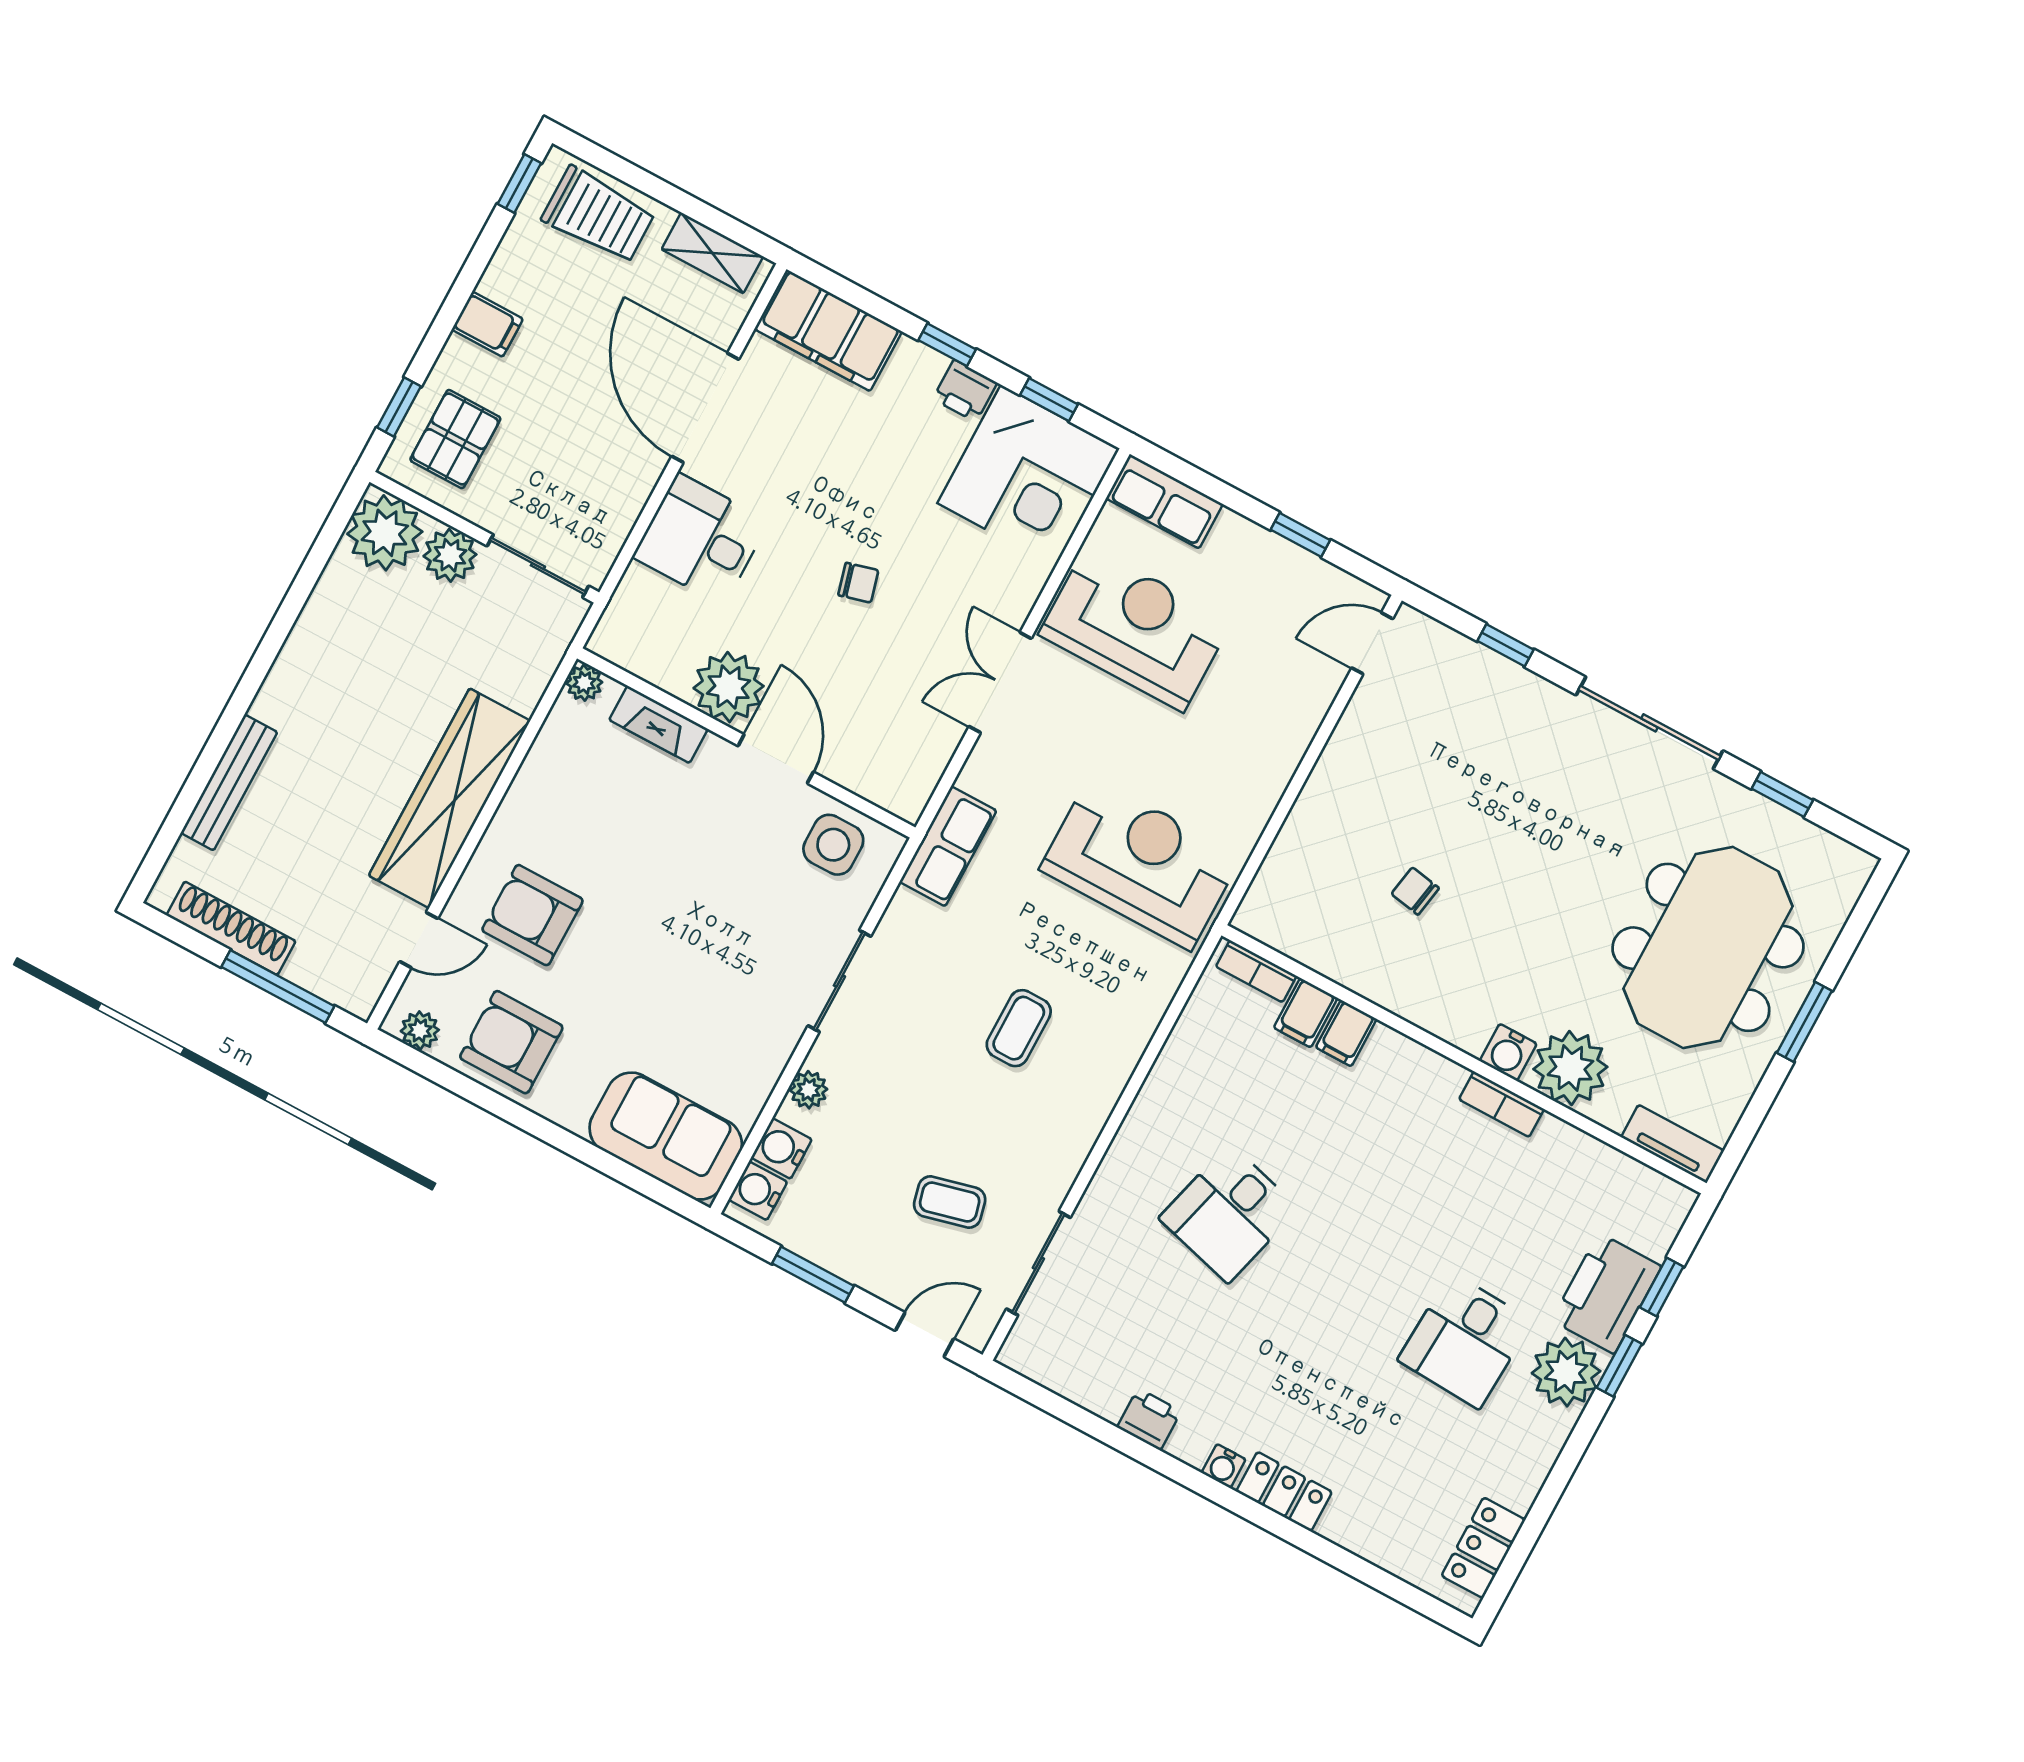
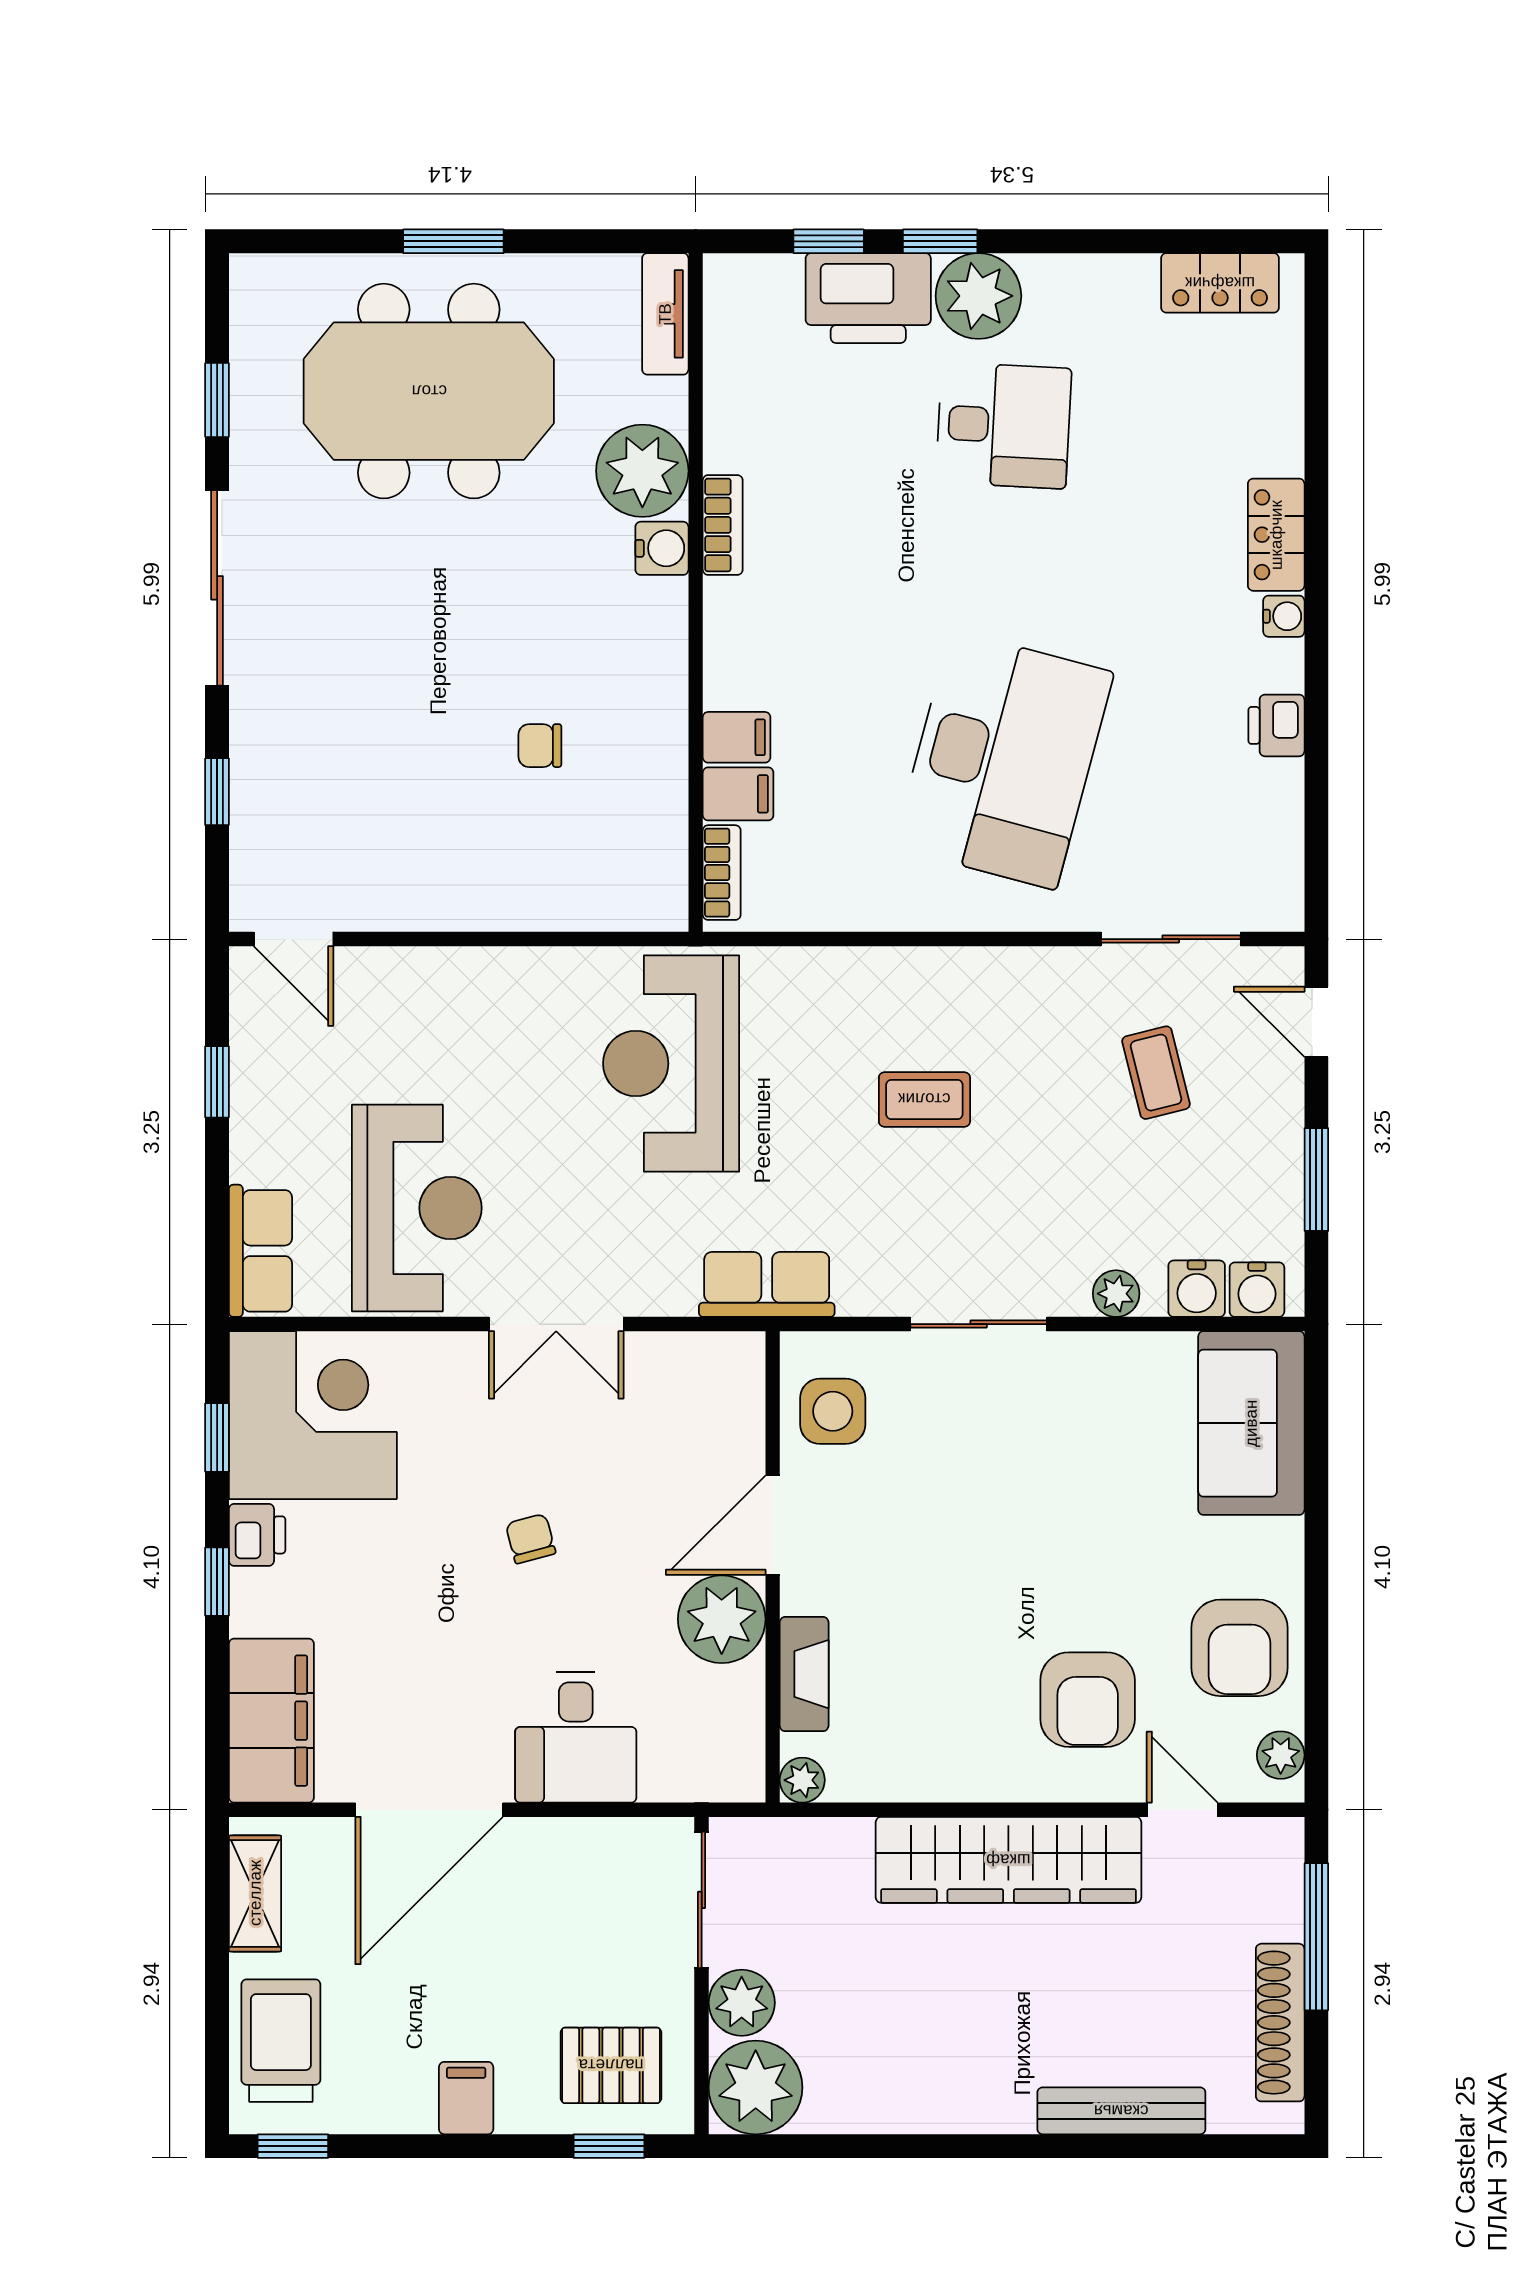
reception desk: (1135, 628) -> (417, 1208), turned 180
chair: (1415, 891) -> (540, 746), turned 80
desk: (1229, 1213) -> (1004, 760), width x1.87, depth x1.30

